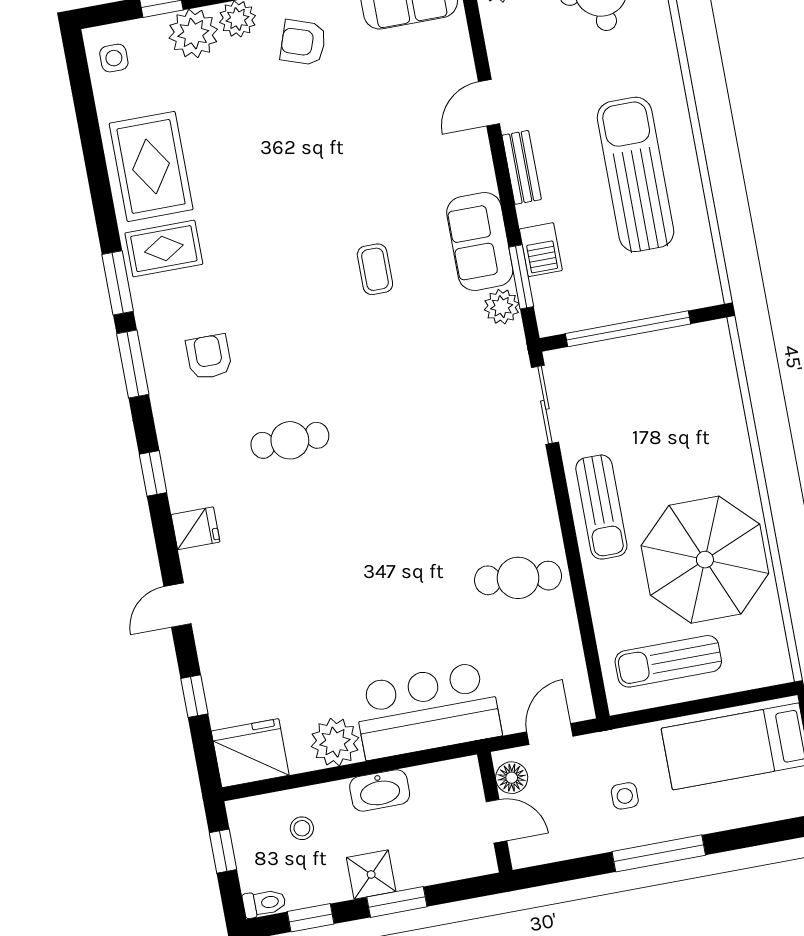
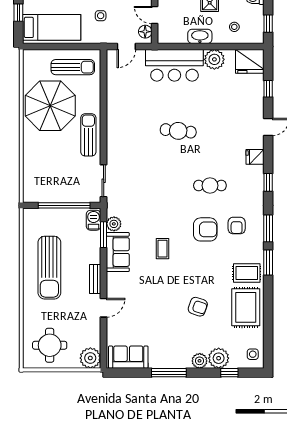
armchair: (303, 42) -> (198, 307), moved
barbecue: (541, 250) -> (94, 220), moved
armchair: (282, 334) -> (205, 229), added
cafe table: (518, 578) -> (178, 131), moved

